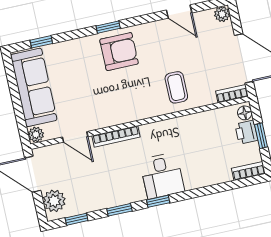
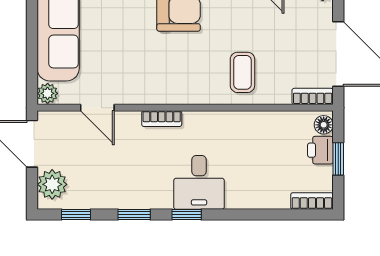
bookcase: (116, 136) -> (162, 119), width x0.64

